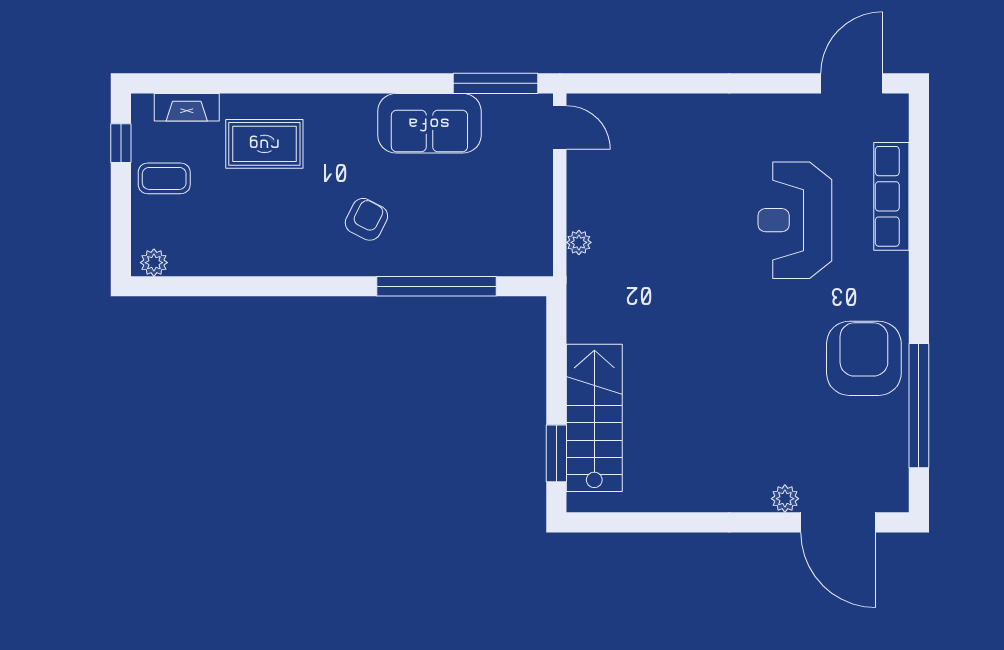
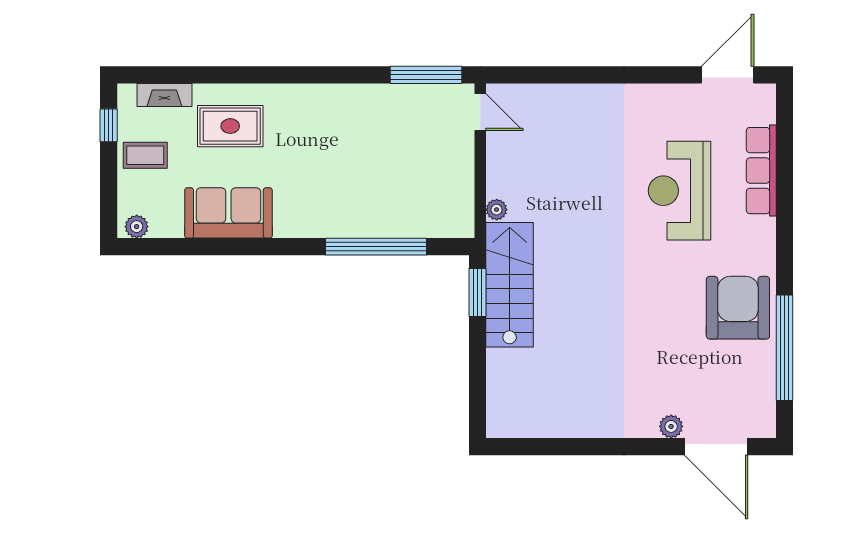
sofa: (429, 123) -> (228, 213), moved, turned 180
armchair: (366, 219) -> (317, 190), removed
stairs: (594, 418) -> (510, 285), moved
window: (556, 453) -> (478, 292), moved

